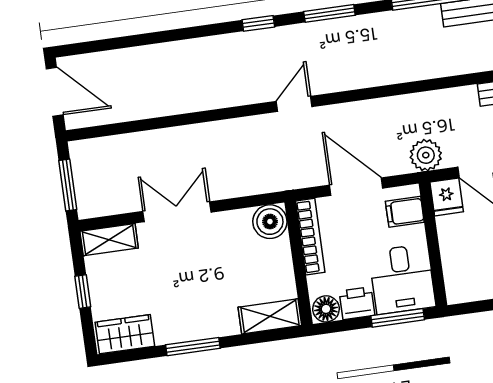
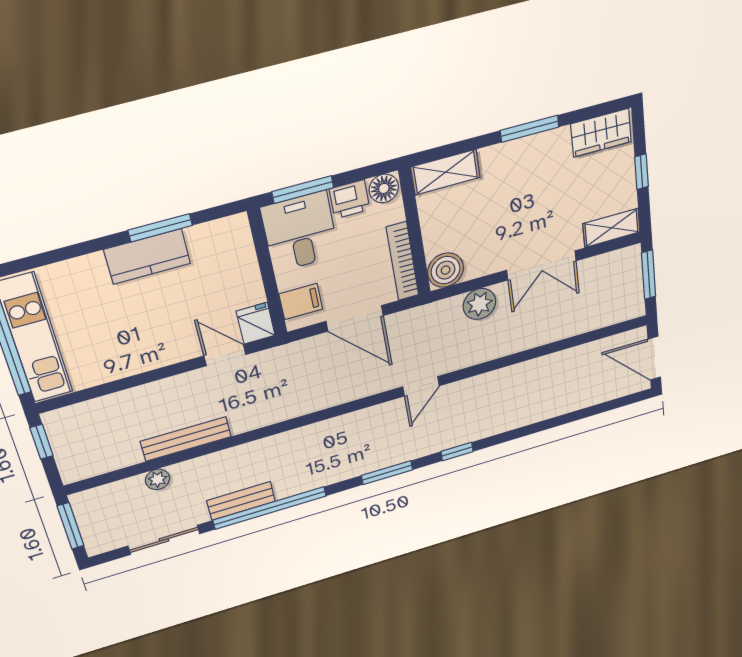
plant: (426, 155) -> (479, 304), moved

